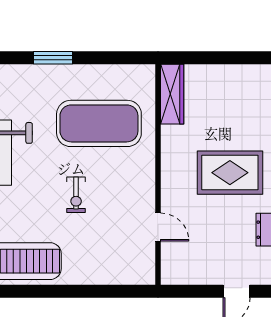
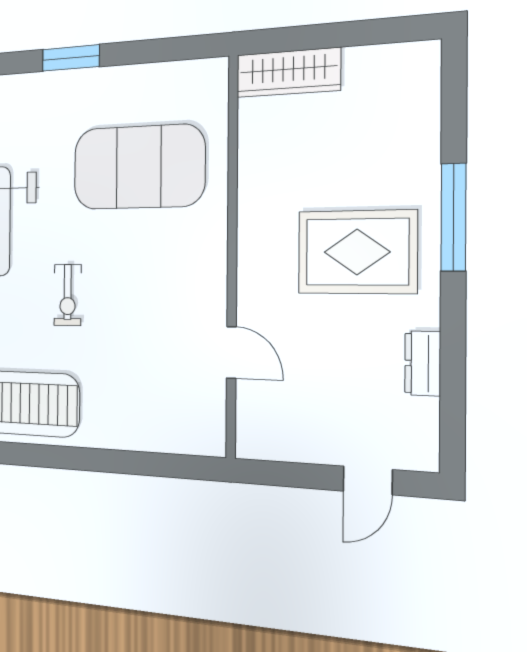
wardrobe: (172, 94) -> (288, 73), moved, turned 90
exercise bike: (76, 195) -> (68, 295), moved

